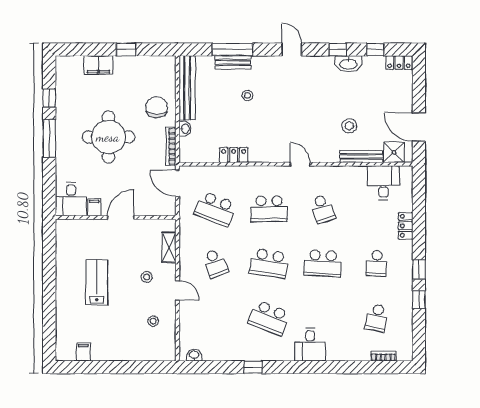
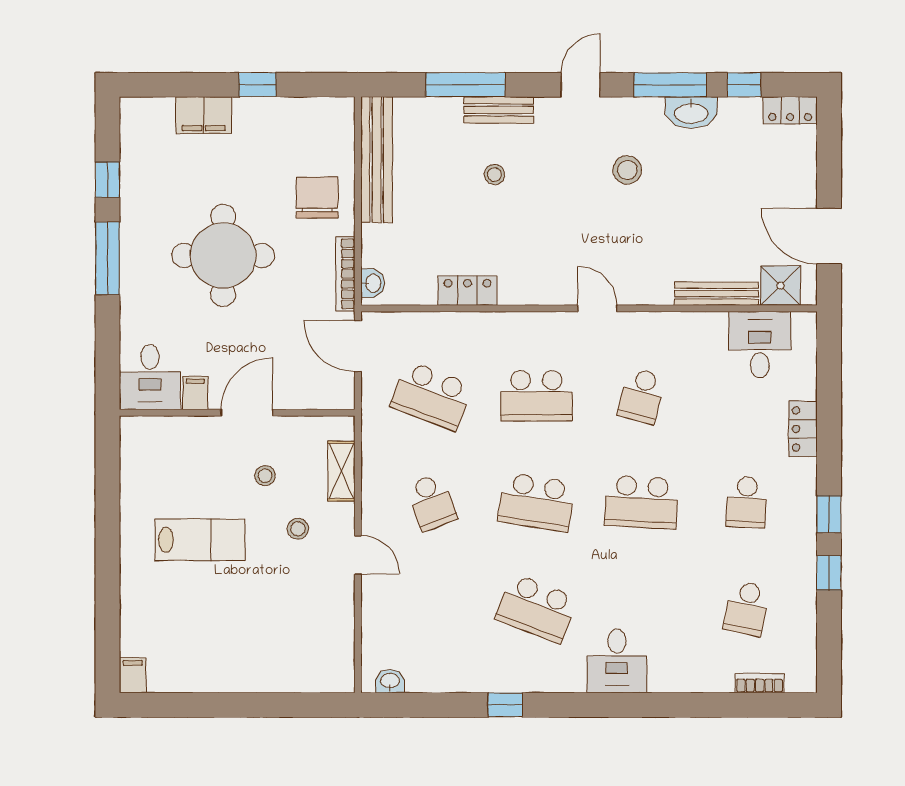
door: (292, 49) -> (581, 85), hinge flipped
window: (338, 49) -> (670, 85), width x2.17
bench: (233, 62) -> (499, 110), moved
stool: (349, 126) -> (627, 170), moved
washbasin: (185, 129) -> (373, 283), moved
school desk: (323, 209) -> (641, 396), turned 33
lab bench: (97, 283) -> (200, 540), turned 90
stool: (153, 321) -> (265, 476), moved
filing cabinet: (83, 352) -> (133, 675), moved

